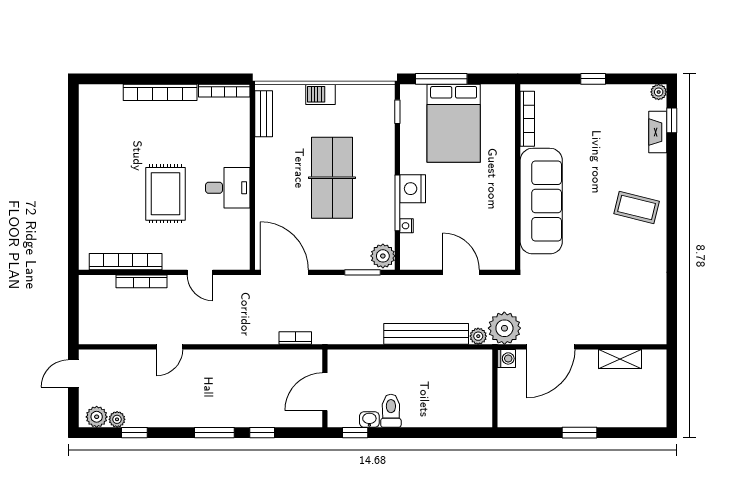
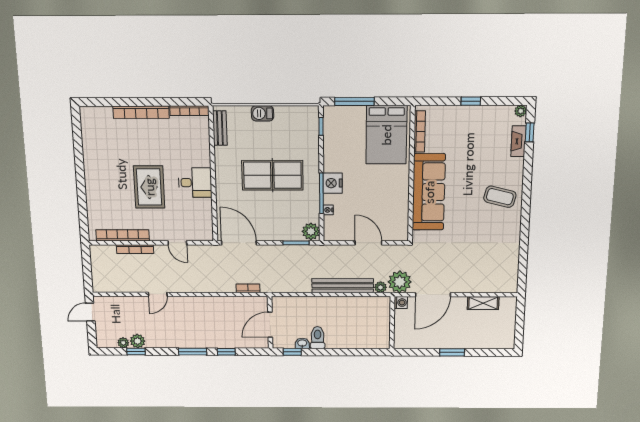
bed: (454, 123) -> (386, 135), moved
table tennis table: (332, 178) -> (272, 175), turned 90
plant: (97, 417) -> (138, 341), moved

